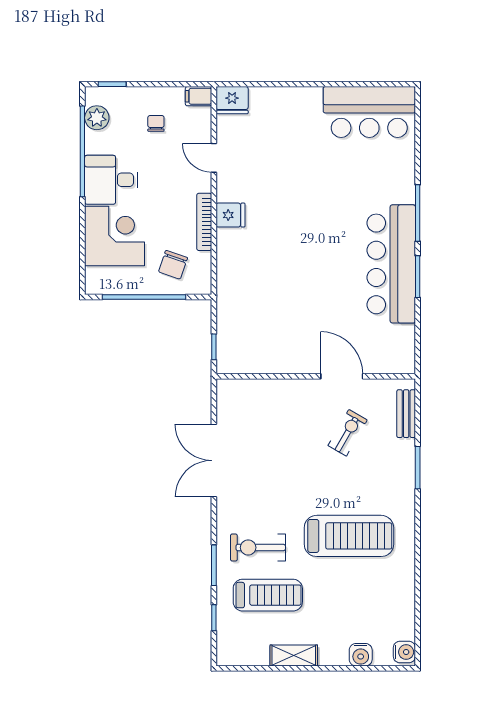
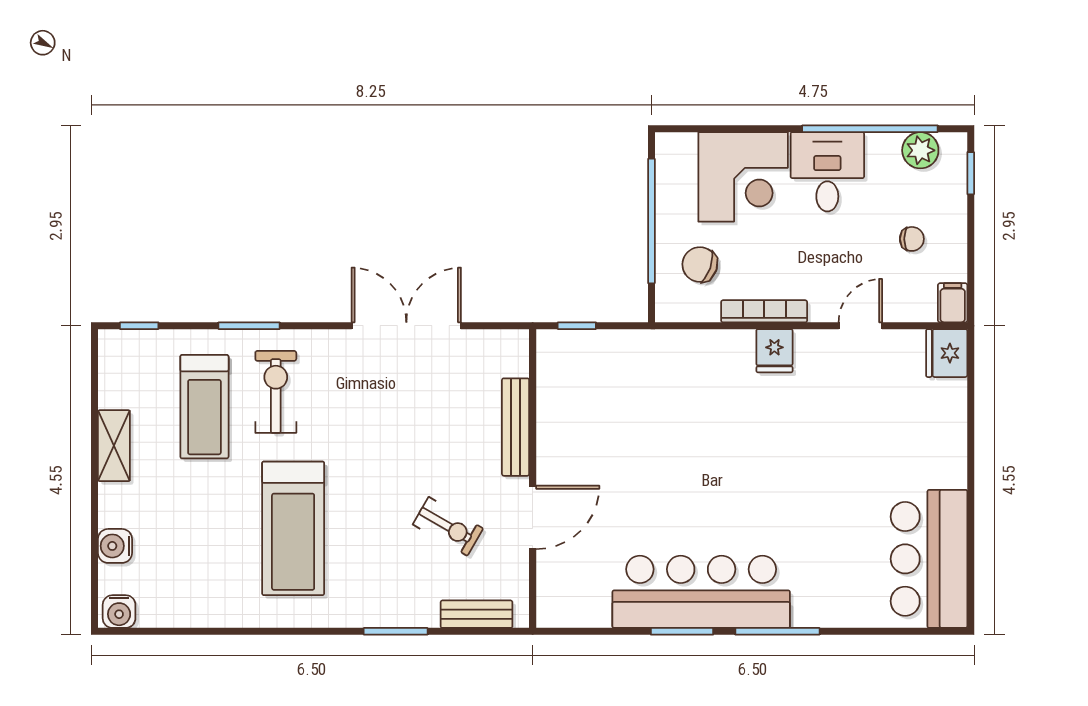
bench: (281, 388) -> (516, 427), added
window: (214, 618) -> (139, 326), moved

